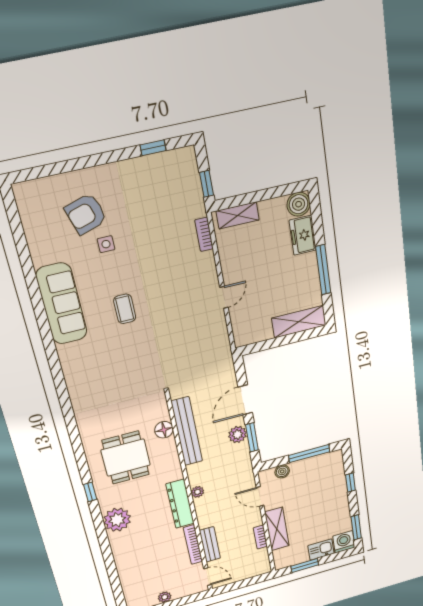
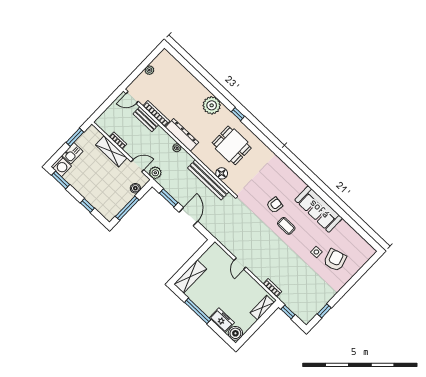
armchair: (122, 347) -> (275, 205), added
plant: (238, 435) -> (155, 173), moved

